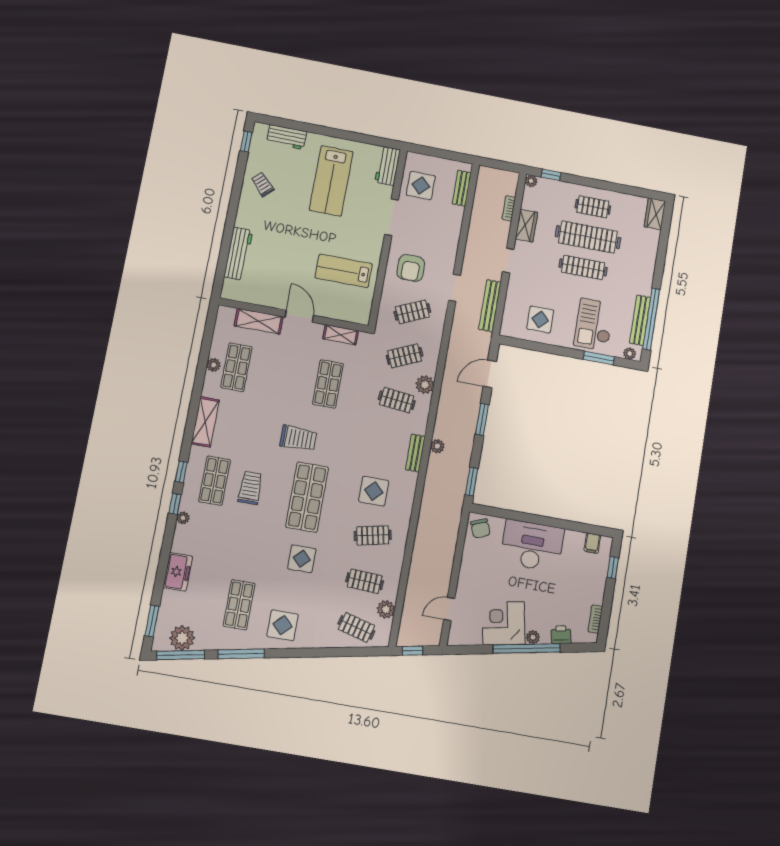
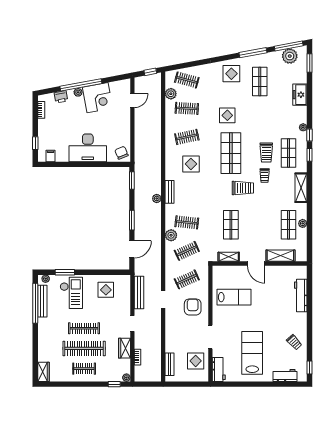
trolley: (298, 438) -> (243, 188), turned 180
trolley: (260, 452) -> (265, 176), added

